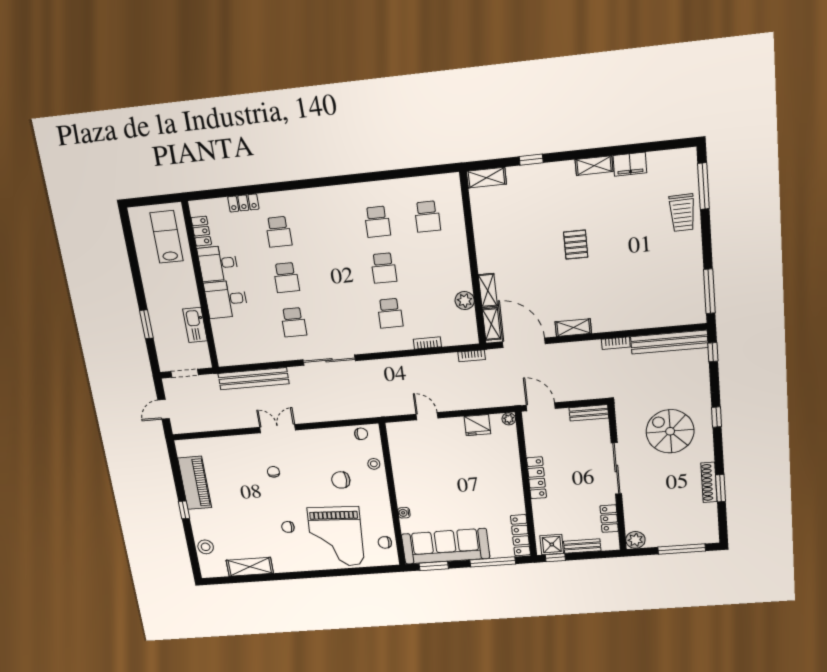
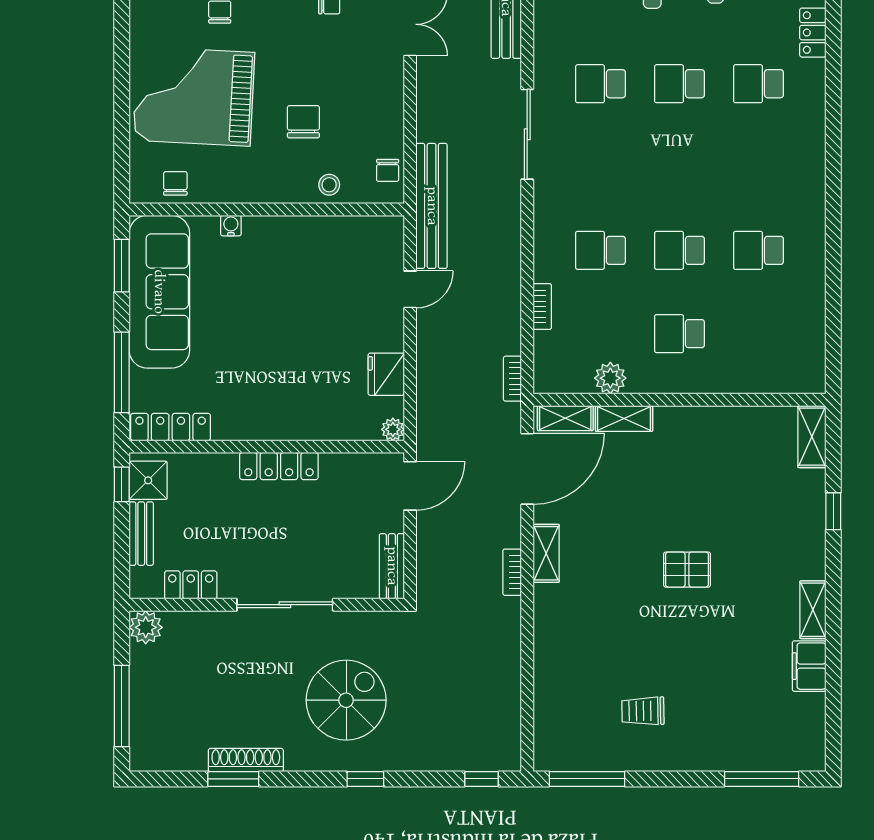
trolley: (682, 213) -> (643, 711), moved, width x0.73, depth x0.72
school desk: (427, 217) -> (679, 334), moved
bench: (669, 342) -> (432, 206), moved
bookcase: (616, 343) -> (512, 572), moved

